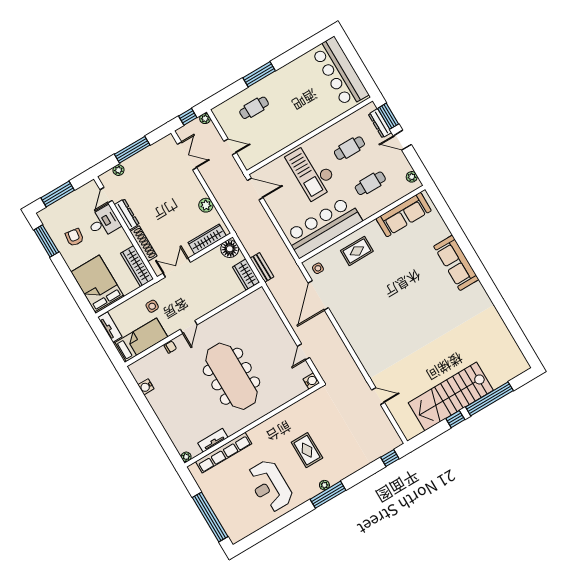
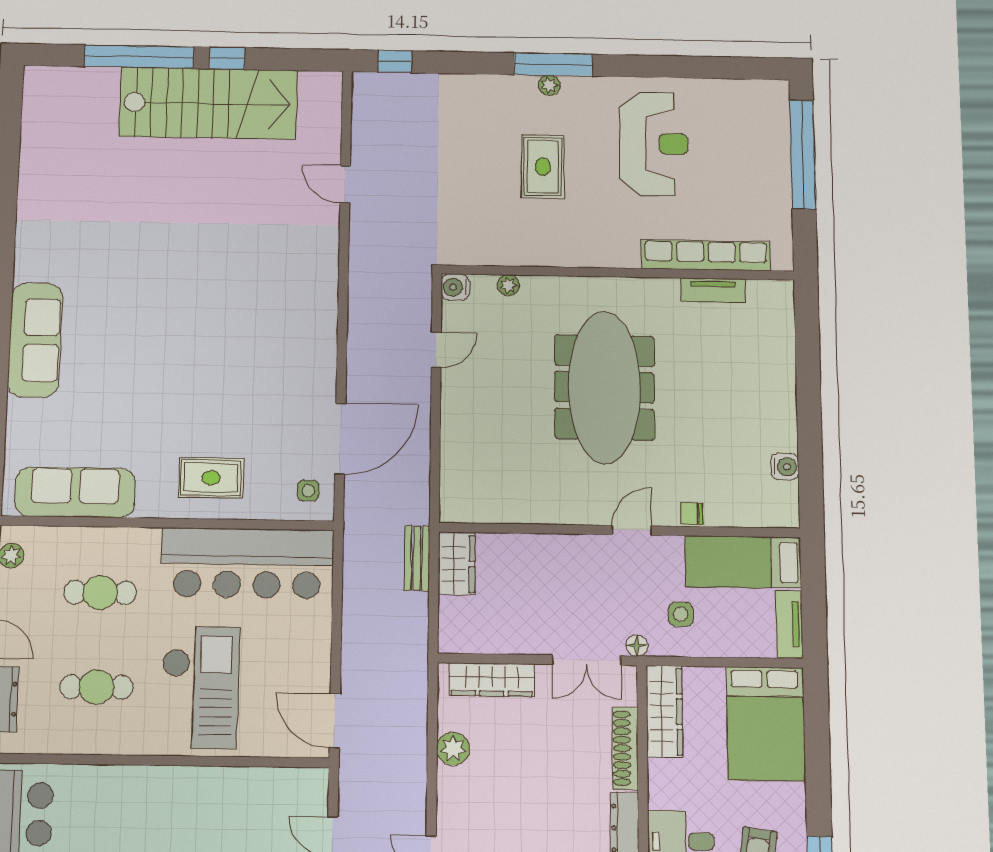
floor lamp: (230, 249) -> (637, 646), moved, width x0.53, depth x0.53
plant: (186, 457) -> (508, 285), moved

